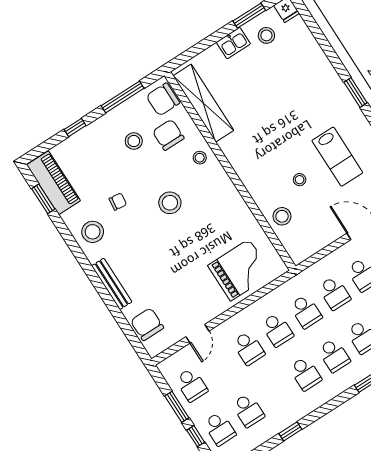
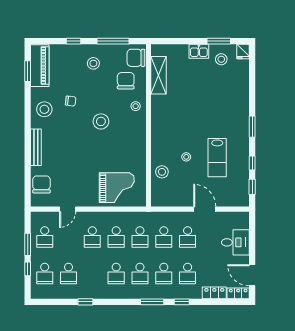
shelving: (203, 103) -> (158, 75), width x0.68
stool: (134, 141) -> (93, 63), moved

